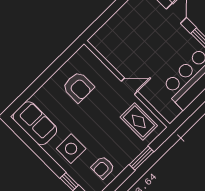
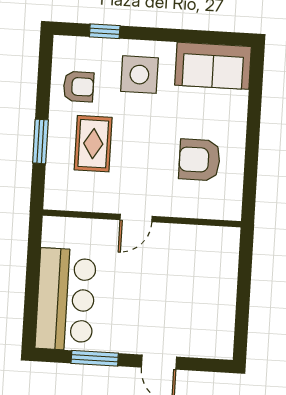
rug: (139, 121) -> (93, 144), moved, turned 90
armchair: (103, 167) -> (78, 87), turned 90

